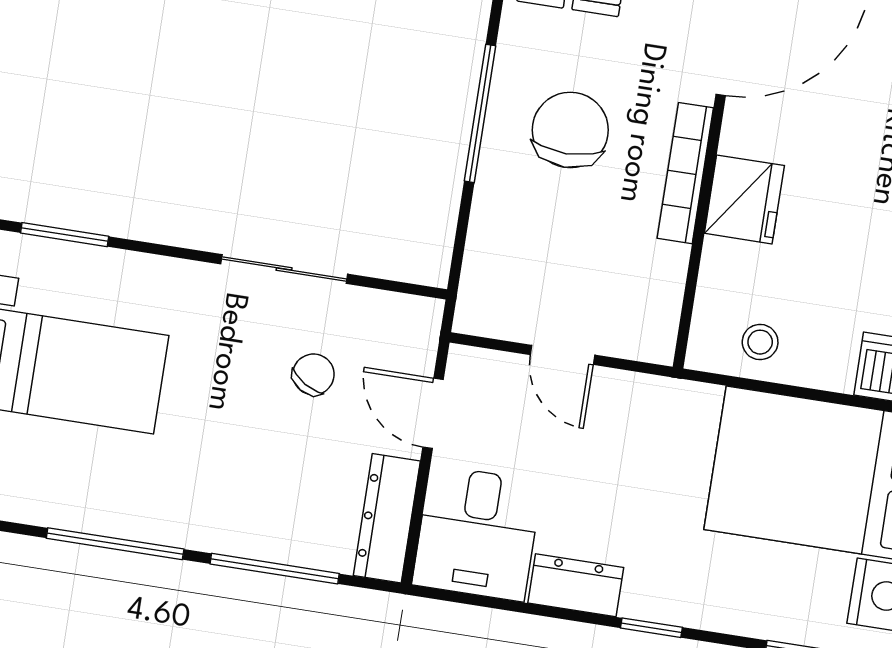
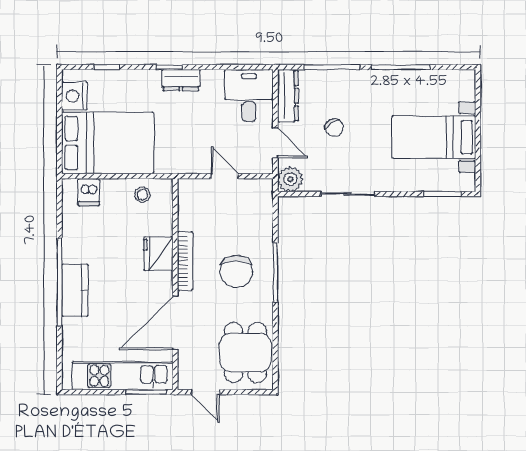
plant: (412, 324) -> (290, 179), added
chair: (313, 374) -> (334, 128), moved, turned -66
dresser: (576, 585) -> (181, 80), moved

